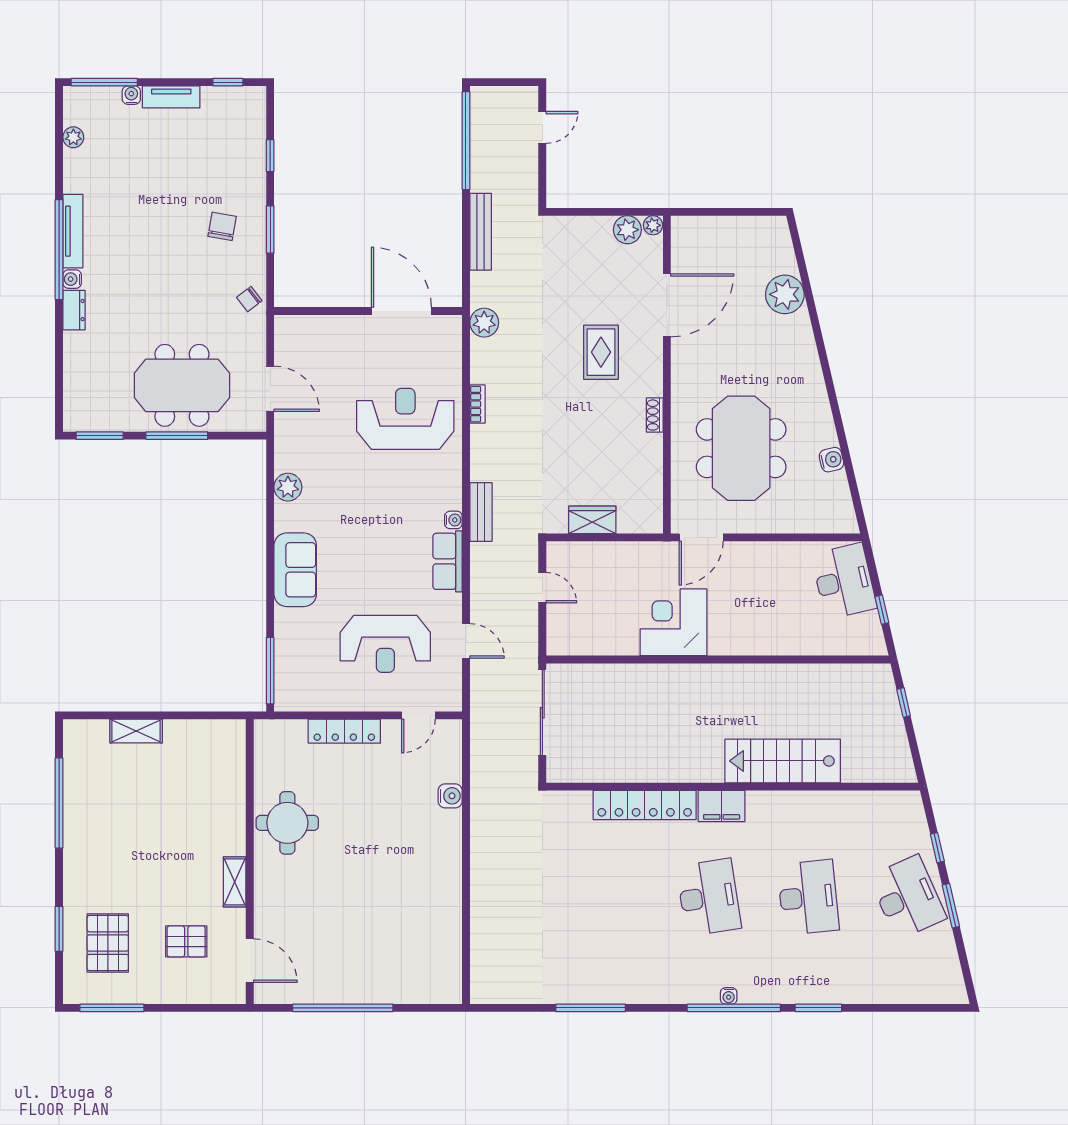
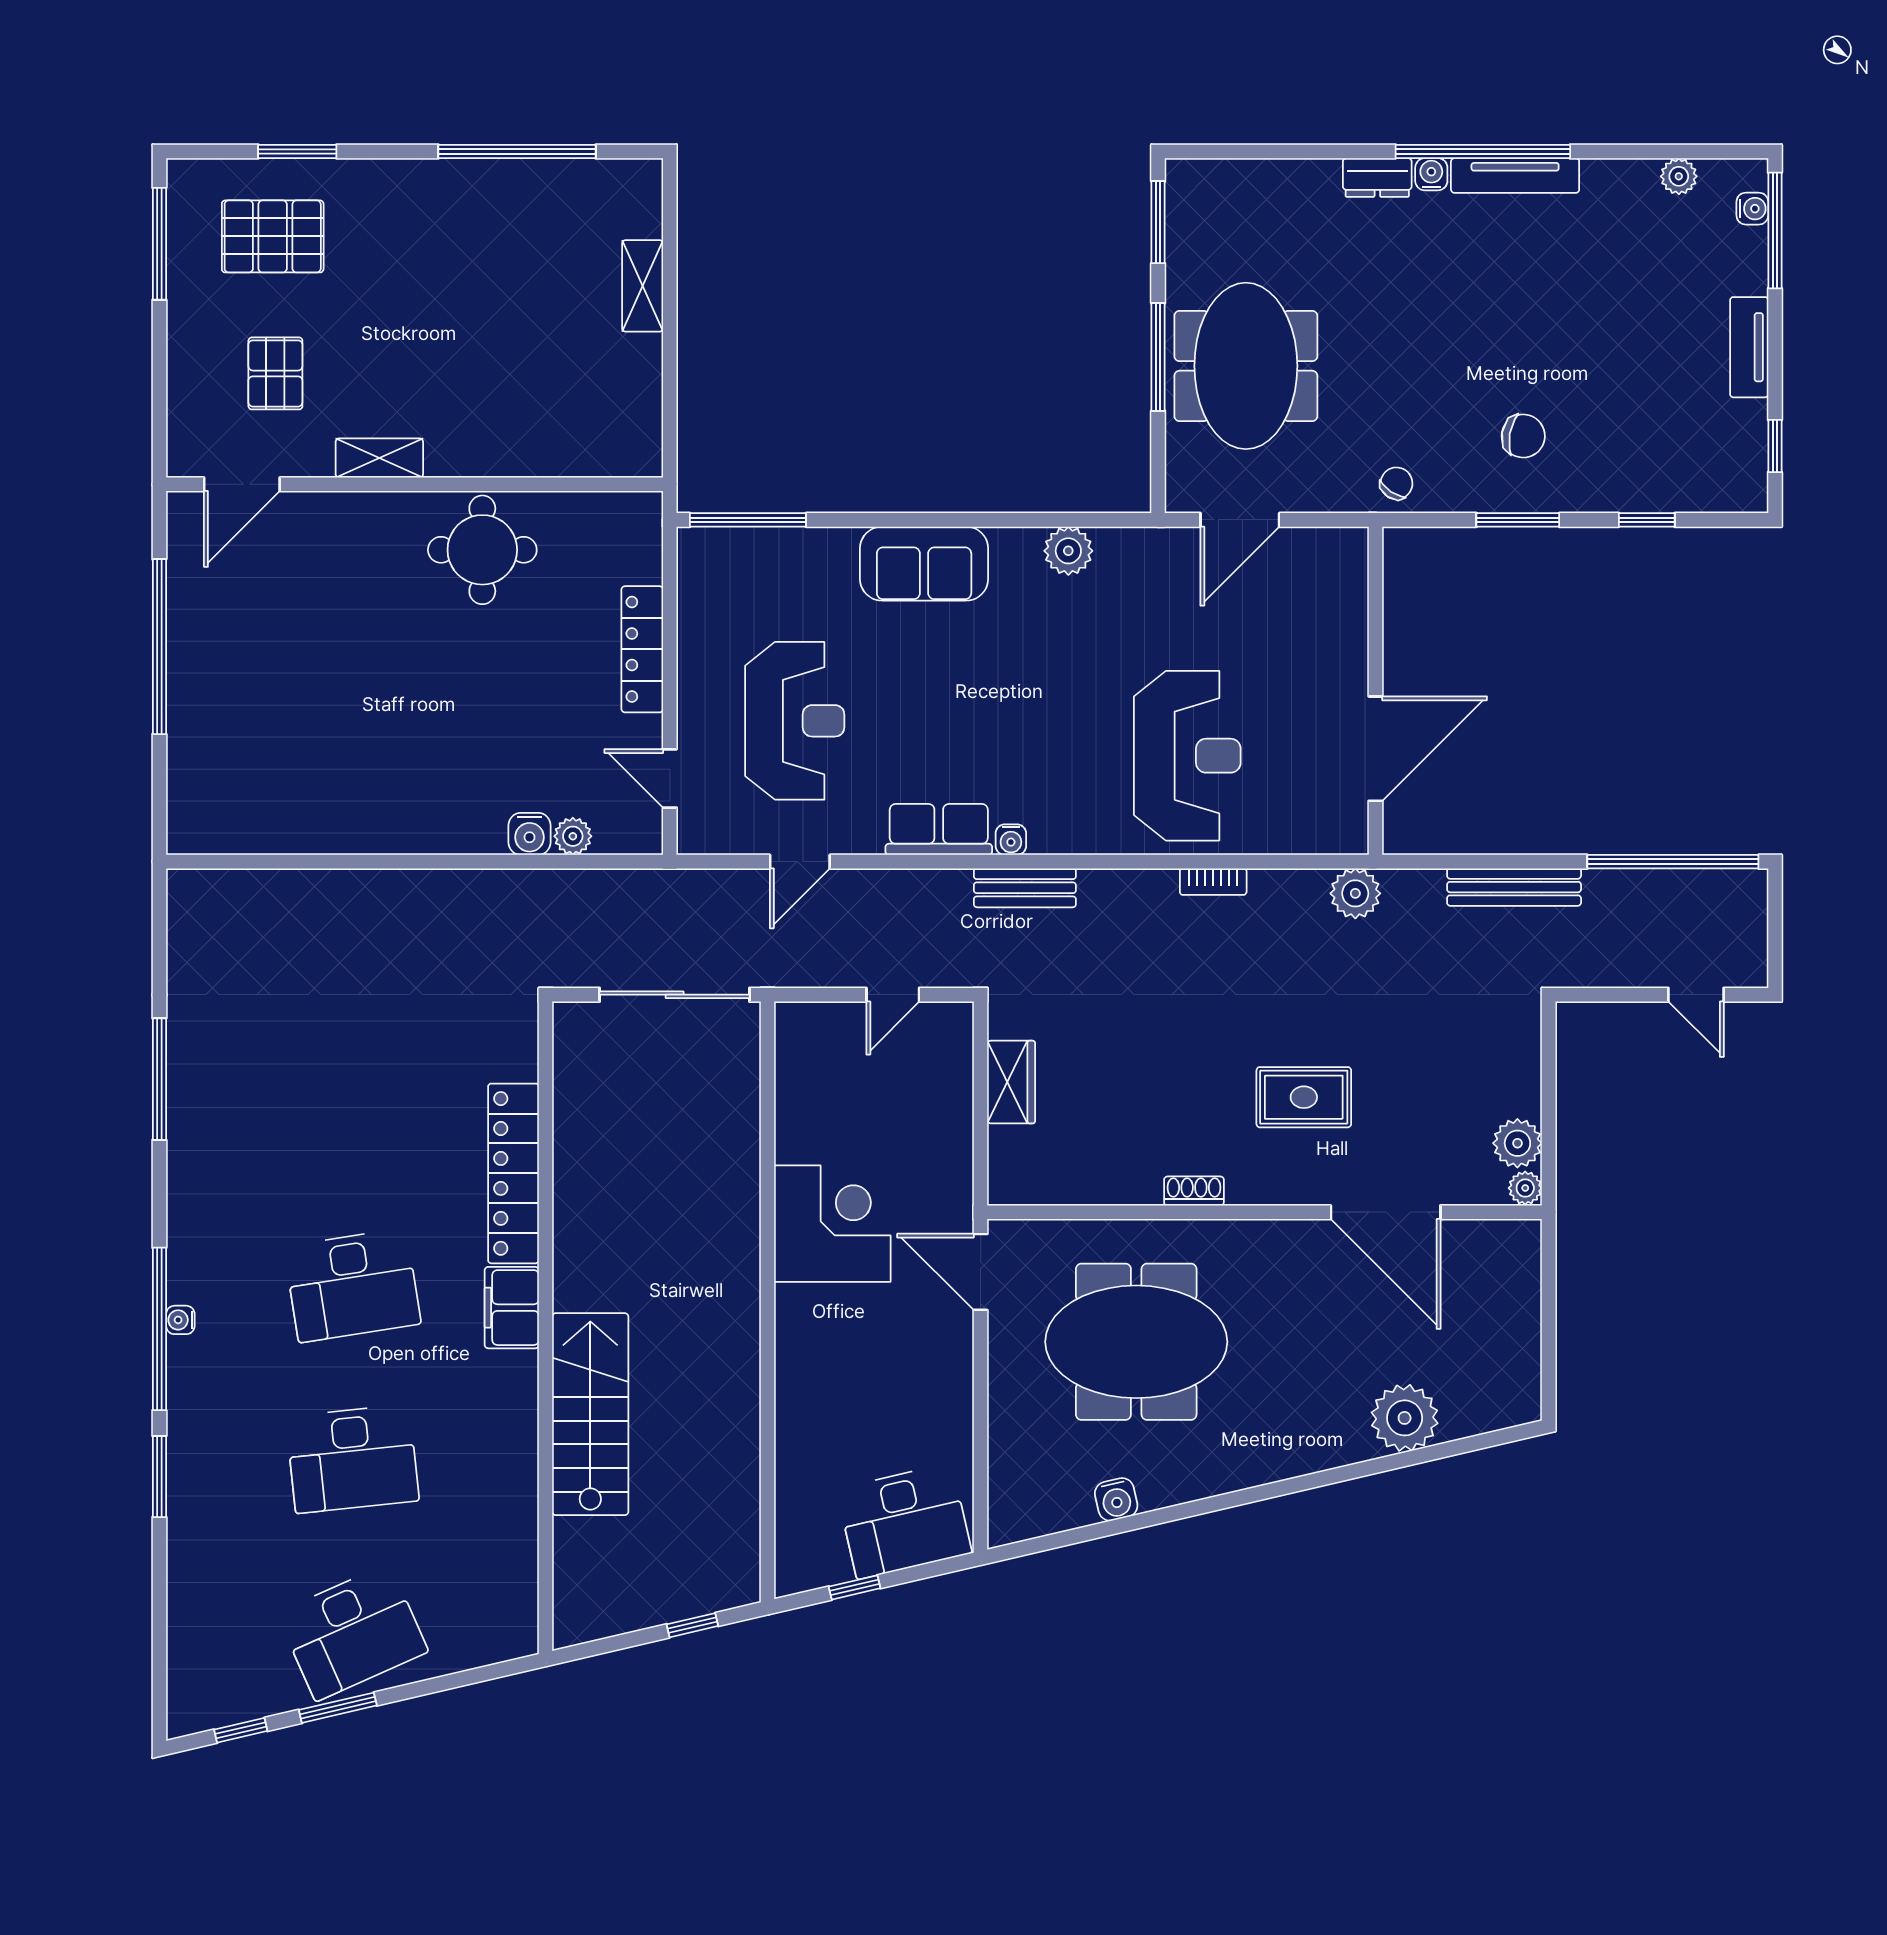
water cooler: (131, 95) -> (1752, 209), moved
chair: (249, 299) -> (1396, 483), turned 72
reception desk: (385, 644) -> (795, 721), turned 180
plant: (451, 771) -> (573, 836), added
window: (937, 848) -> (241, 1730), moved

